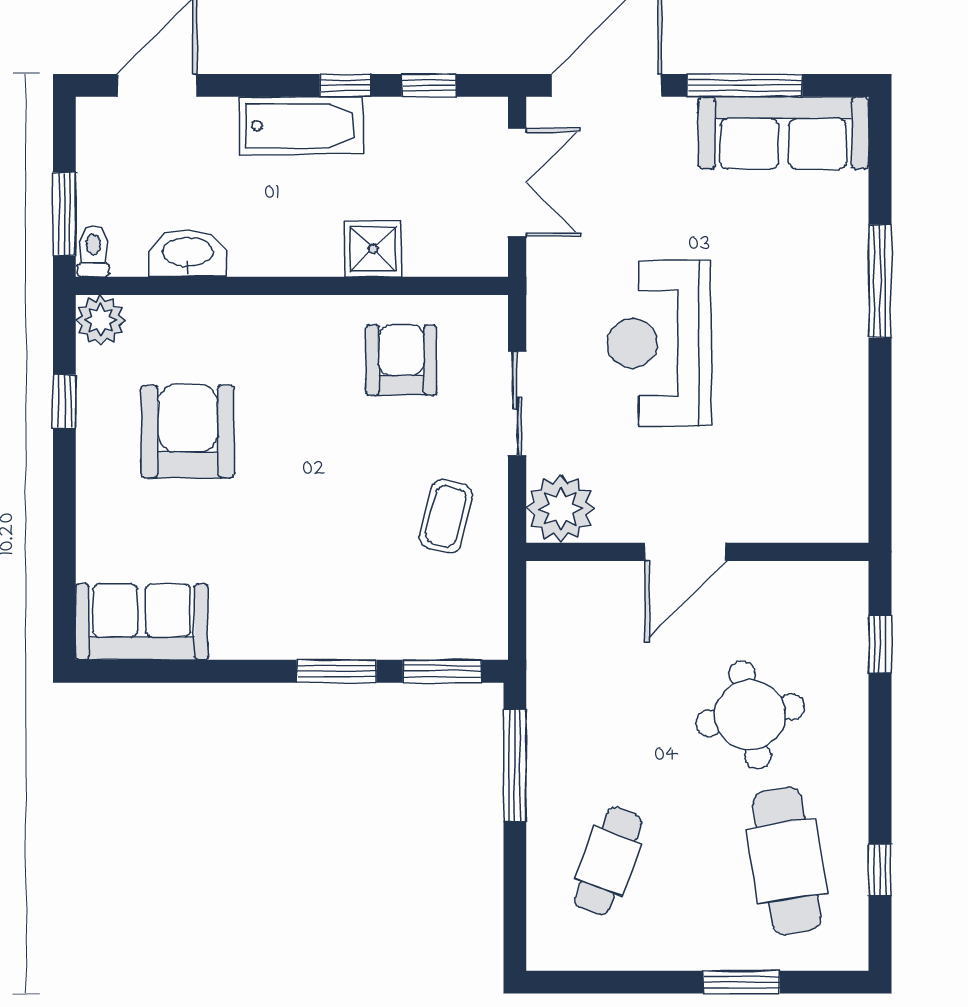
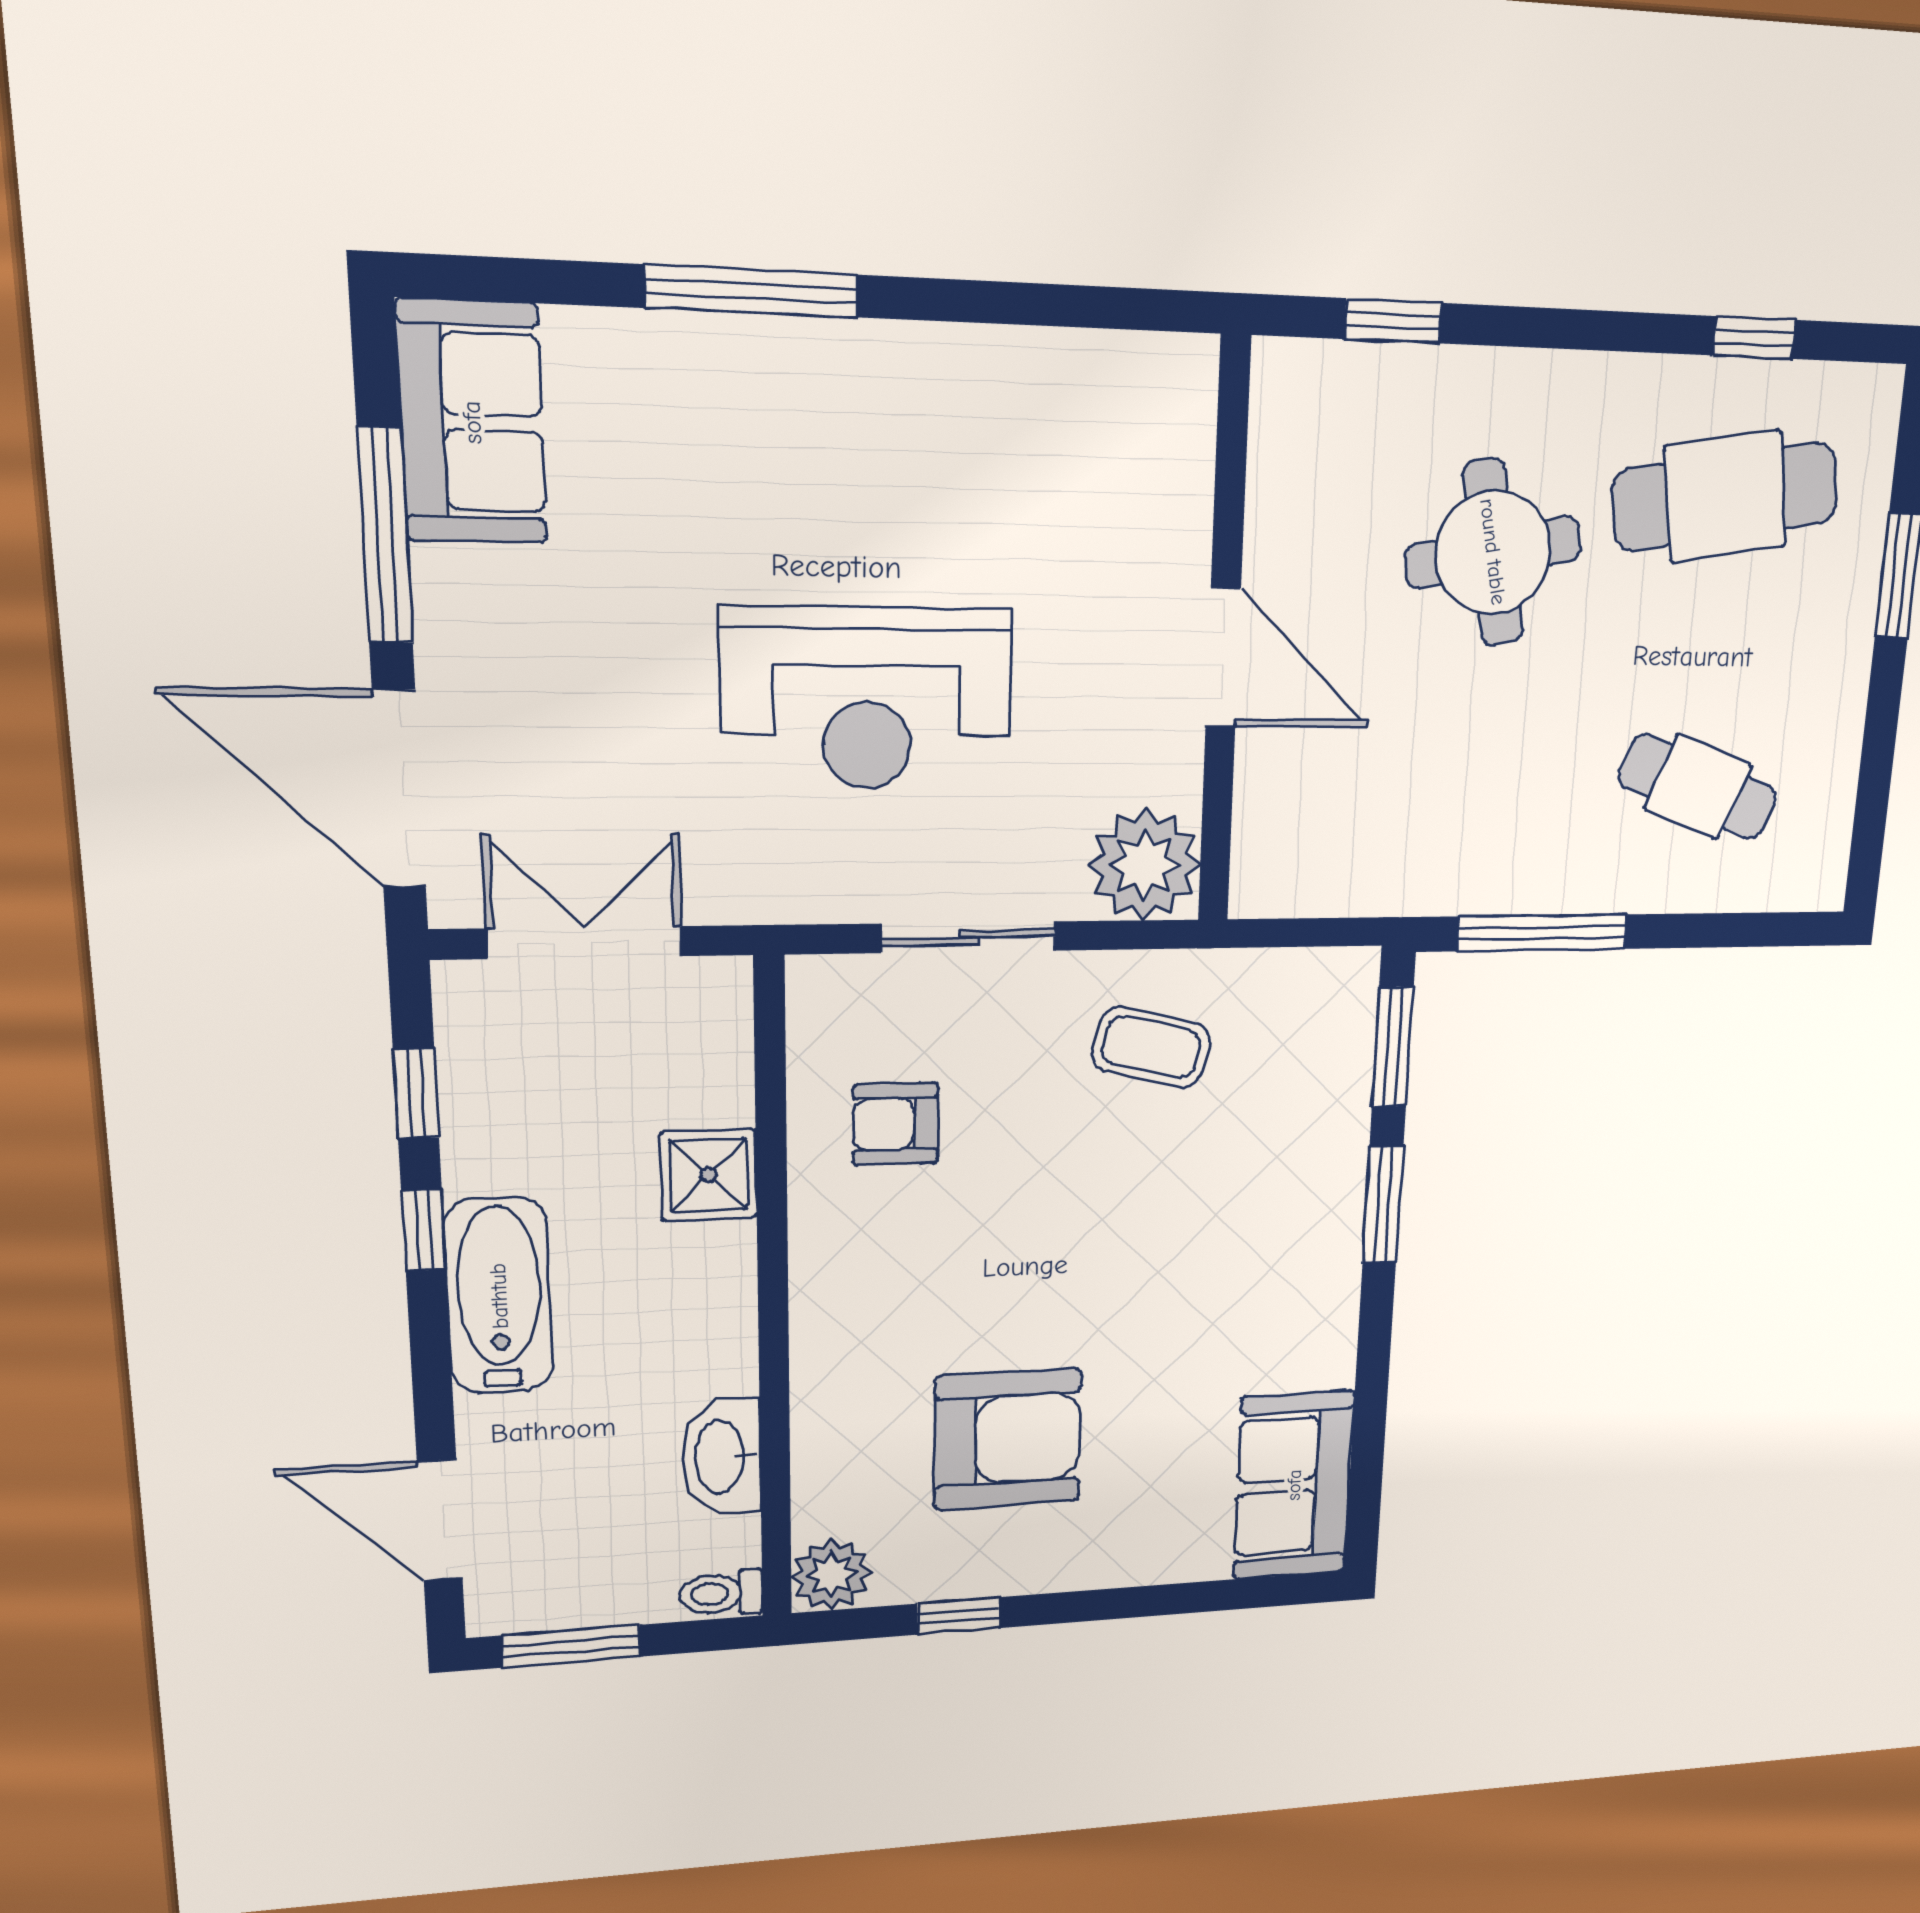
sofa: (783, 133) -> (472, 422), width x0.73
window: (64, 214) -> (572, 1646), moved
armchair: (401, 360) -> (896, 1124), width x0.72, depth x0.72
armchair: (188, 431) -> (1008, 1439), turned 180

